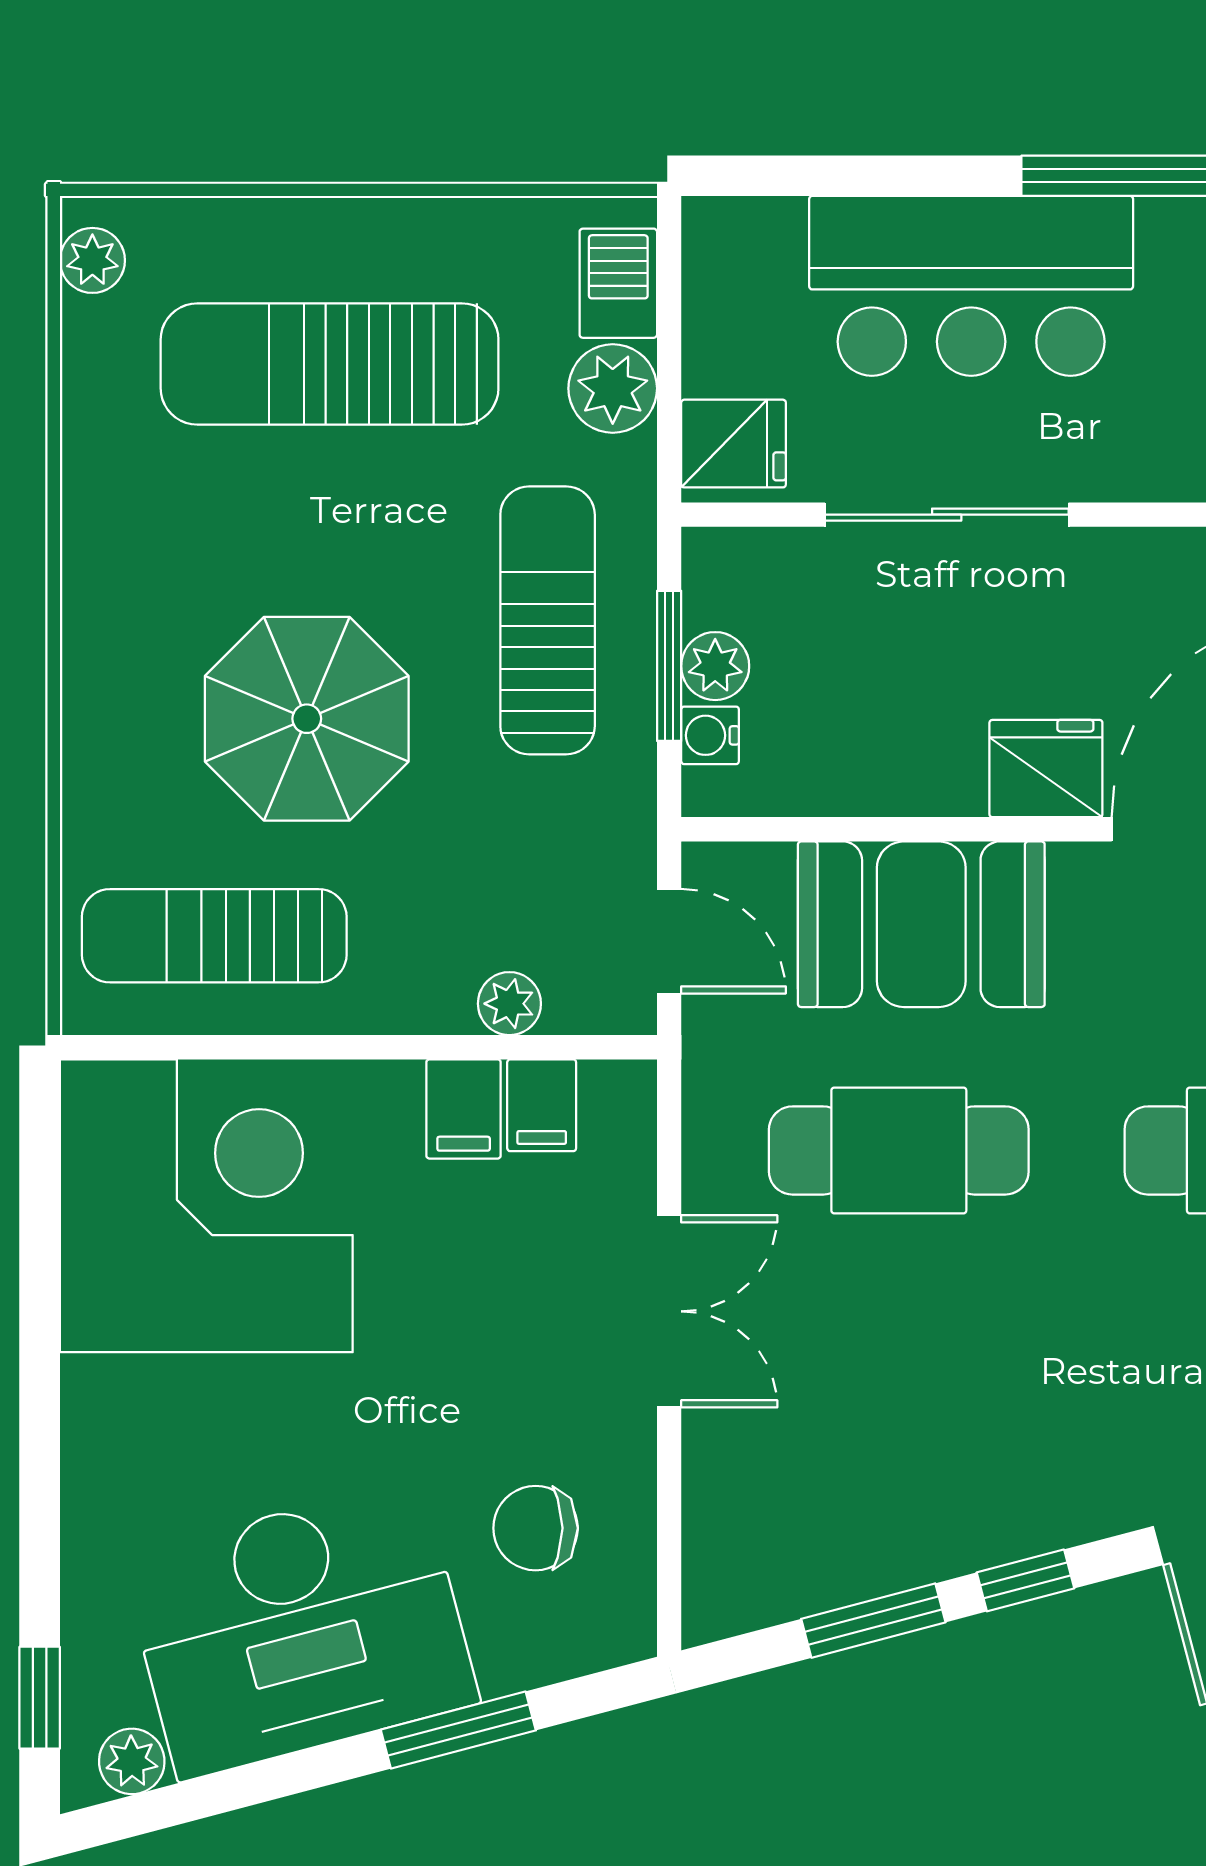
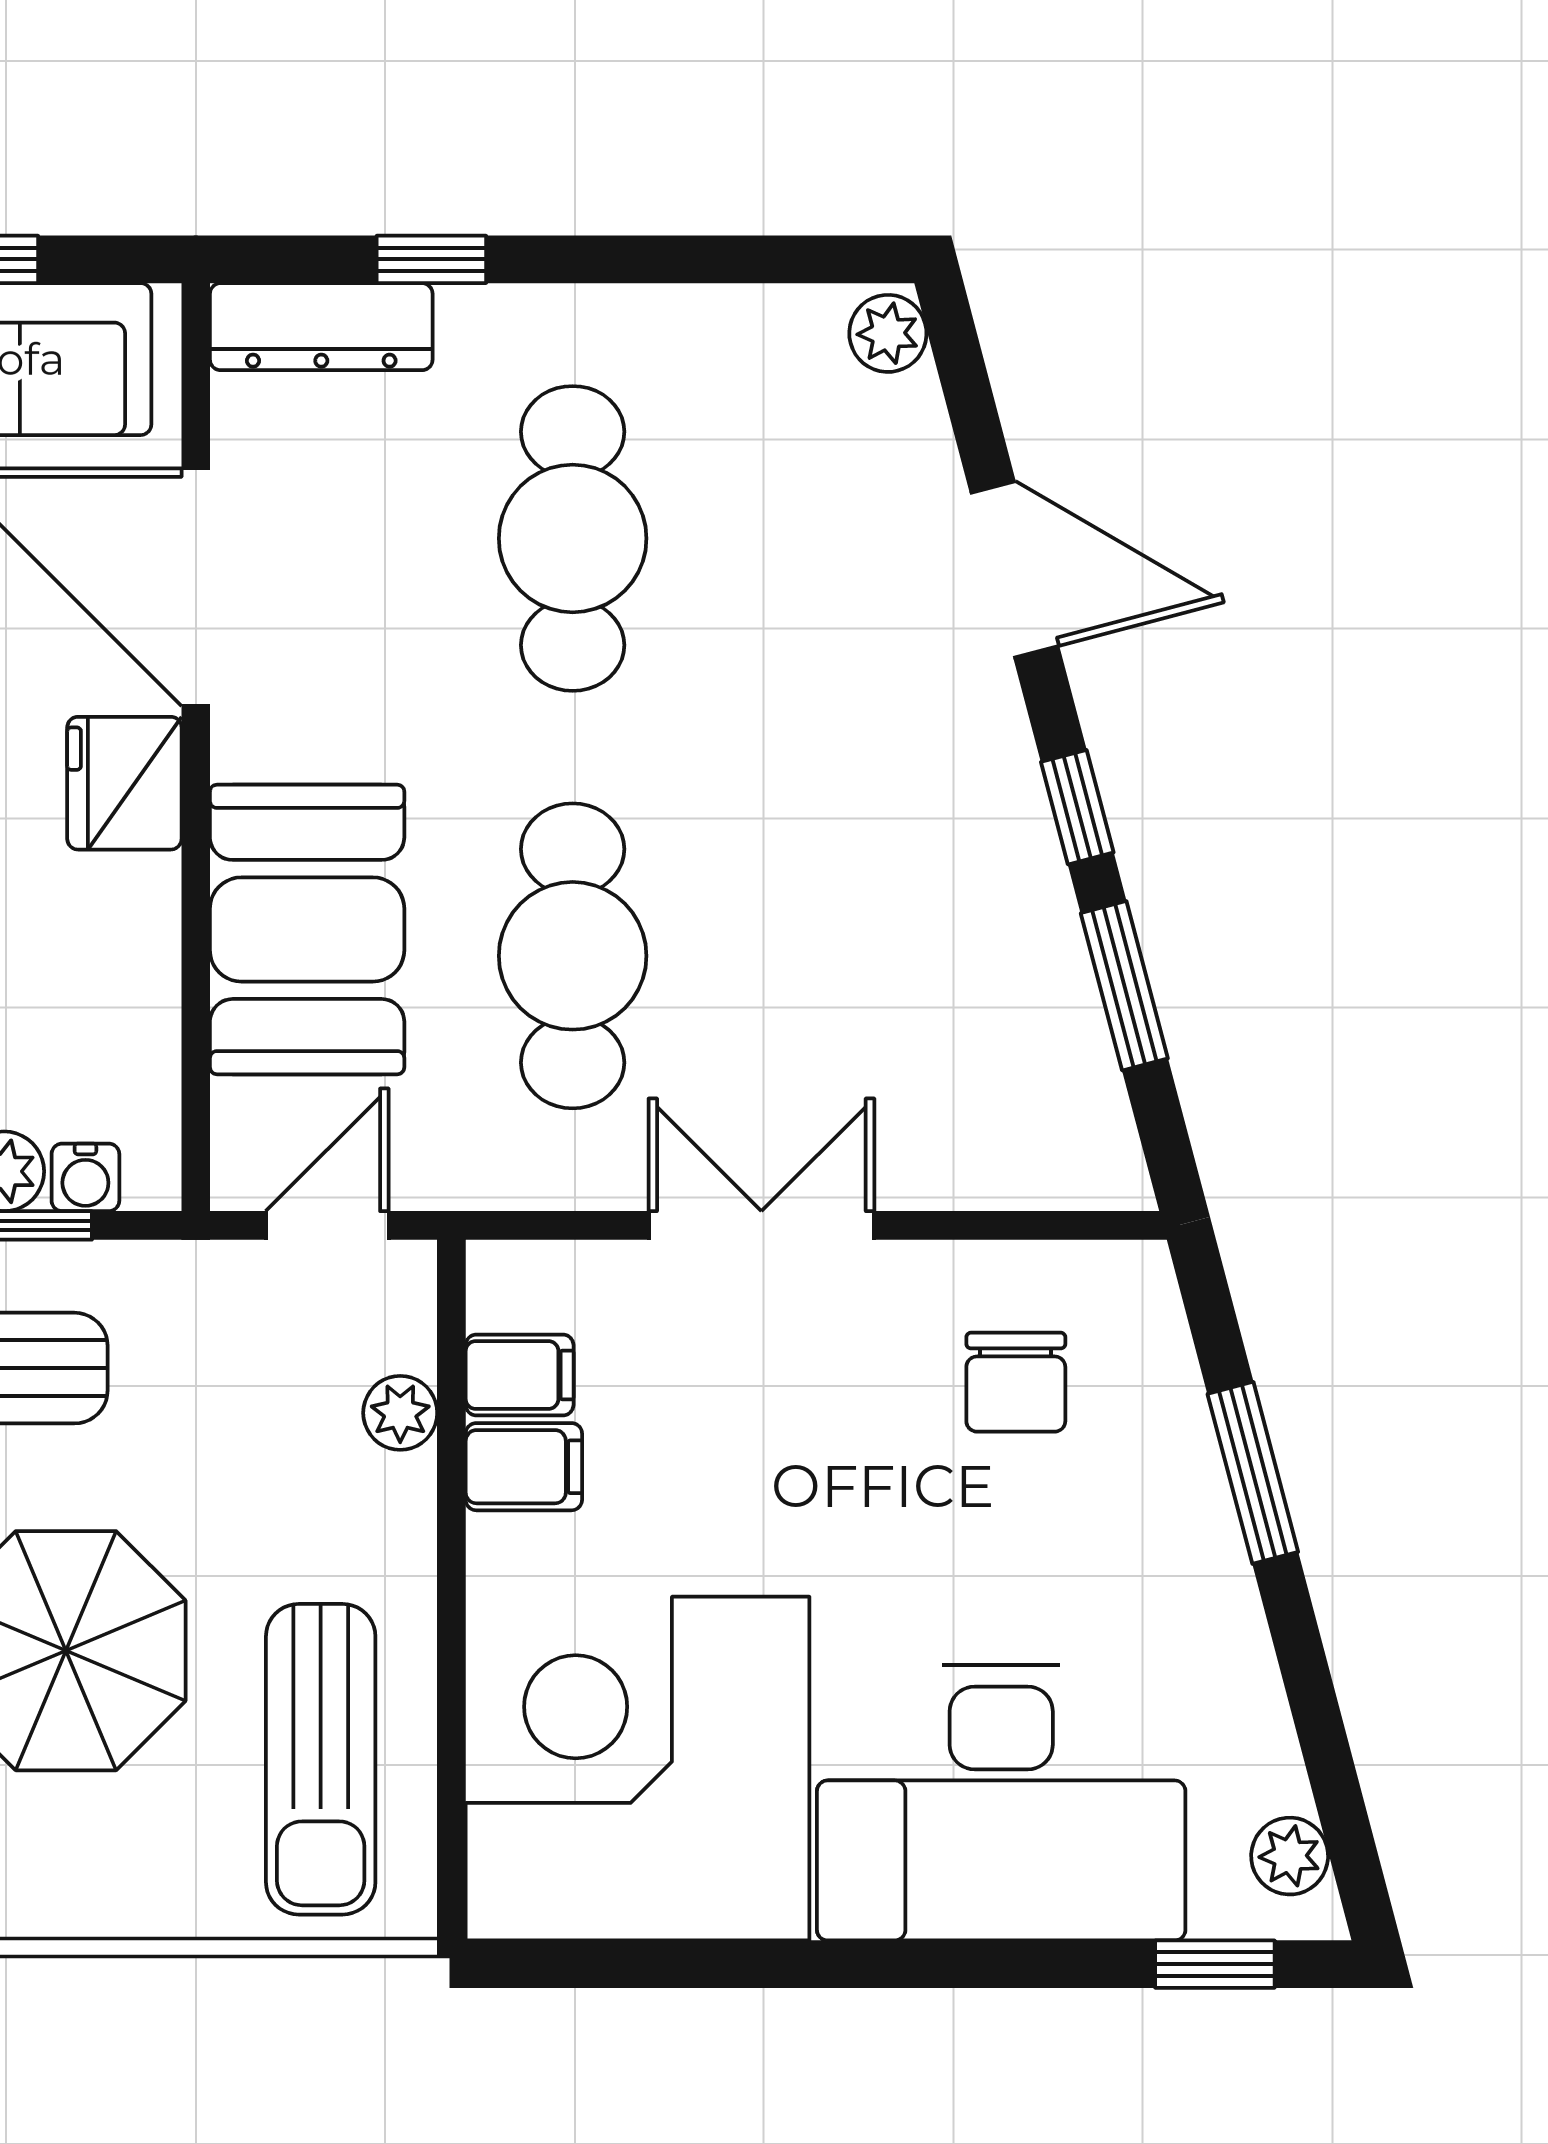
desk: (300, 1629) -> (1001, 1803), moved, turned 105

